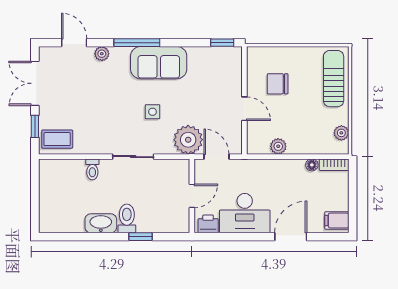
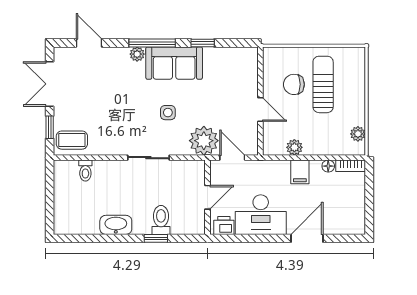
window: (222, 43) -> (203, 43), moved
plant: (102, 54) -> (137, 54), moved
sun lounger: (334, 79) -> (323, 84), moved
toilet: (92, 169) -> (85, 171), moved
toilet: (127, 218) -> (161, 220), moved
filing cabinet: (337, 221) -> (300, 172), moved, turned -90

